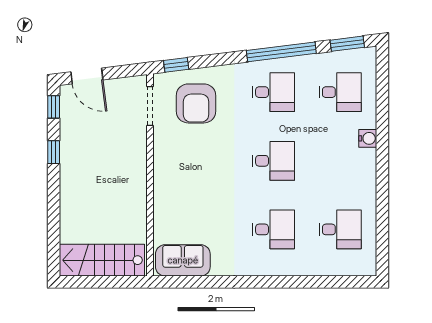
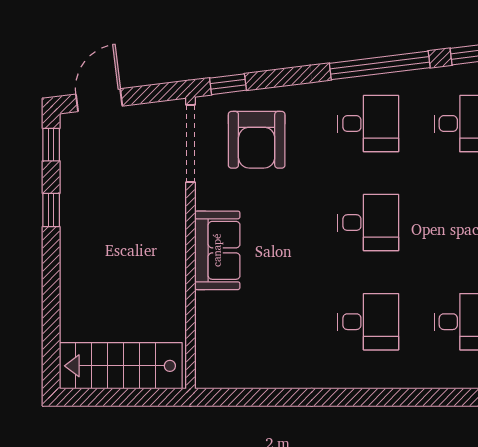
door: (87, 76) -> (99, 100), swing flipped
doorway: (150, 106) -> (190, 143), width x1.36
sofa: (183, 260) -> (217, 250), moved, turned 90

